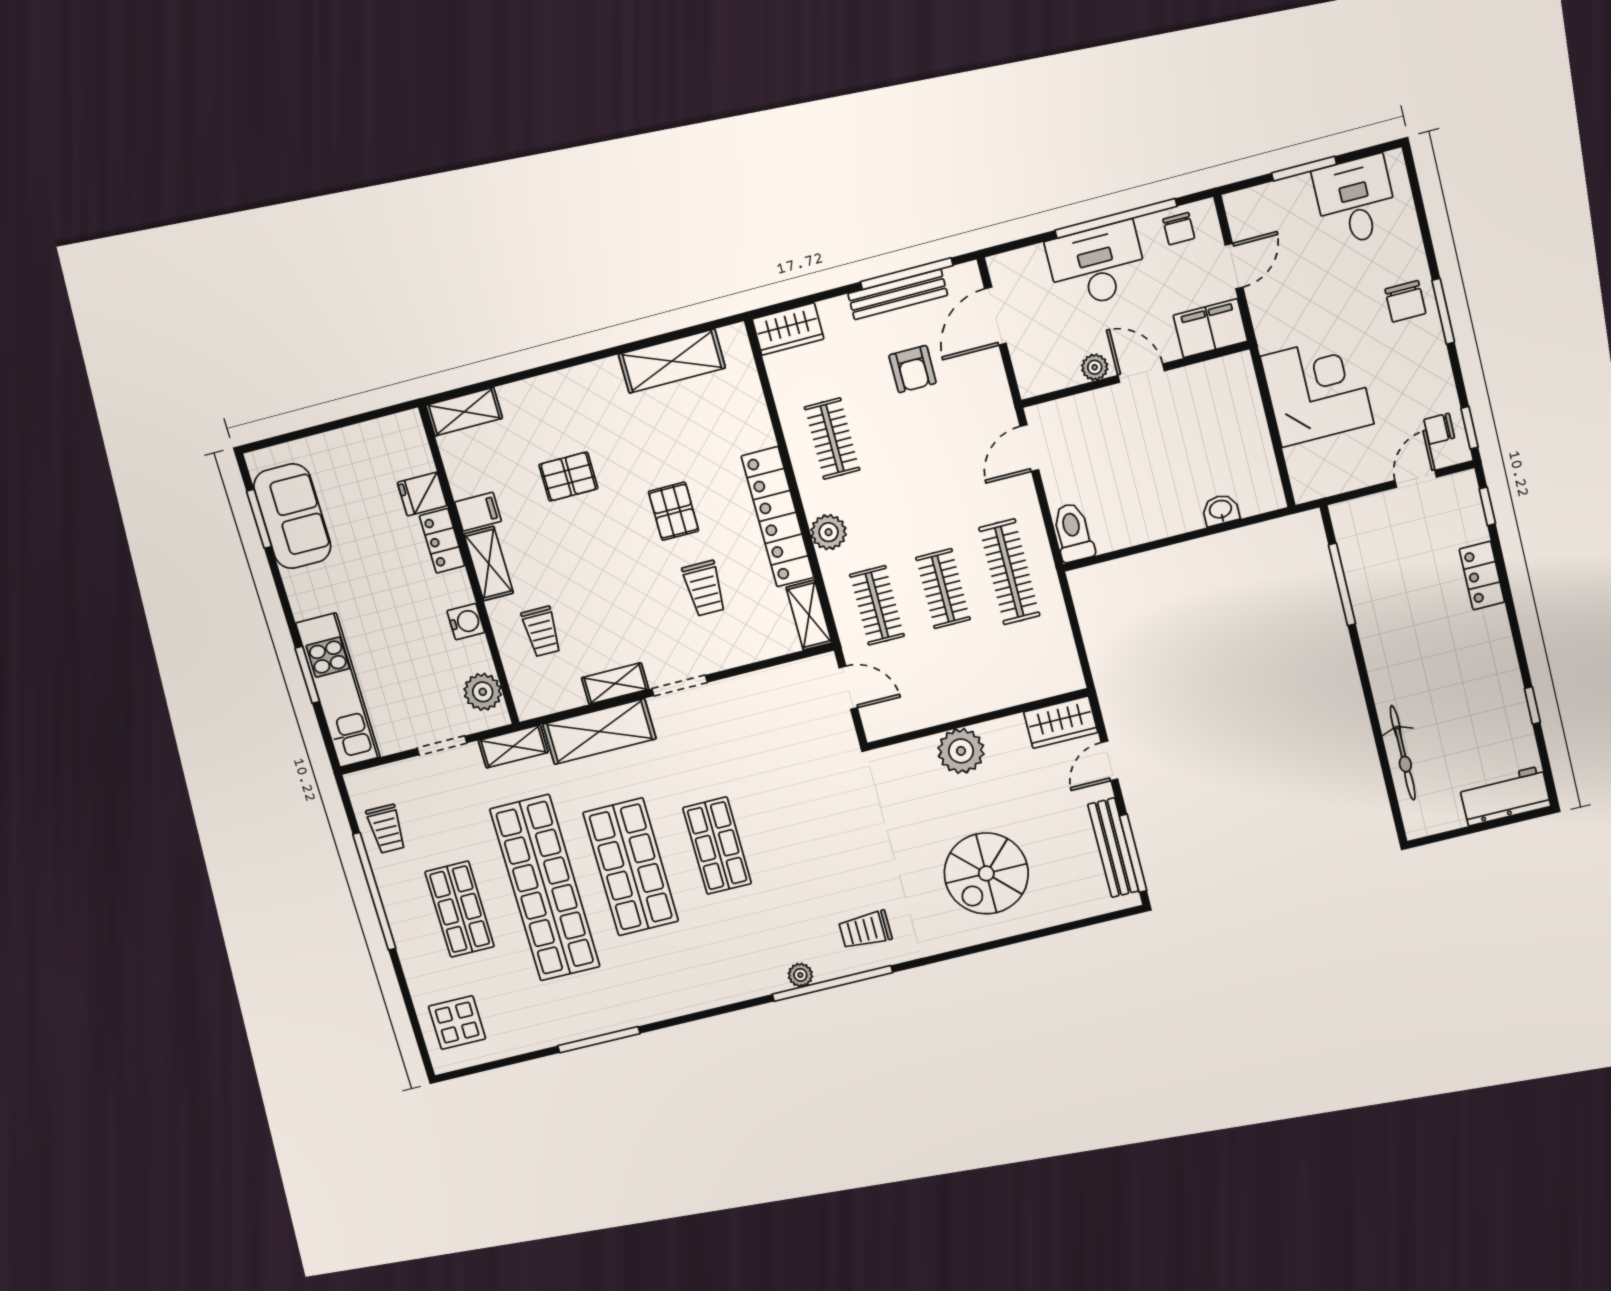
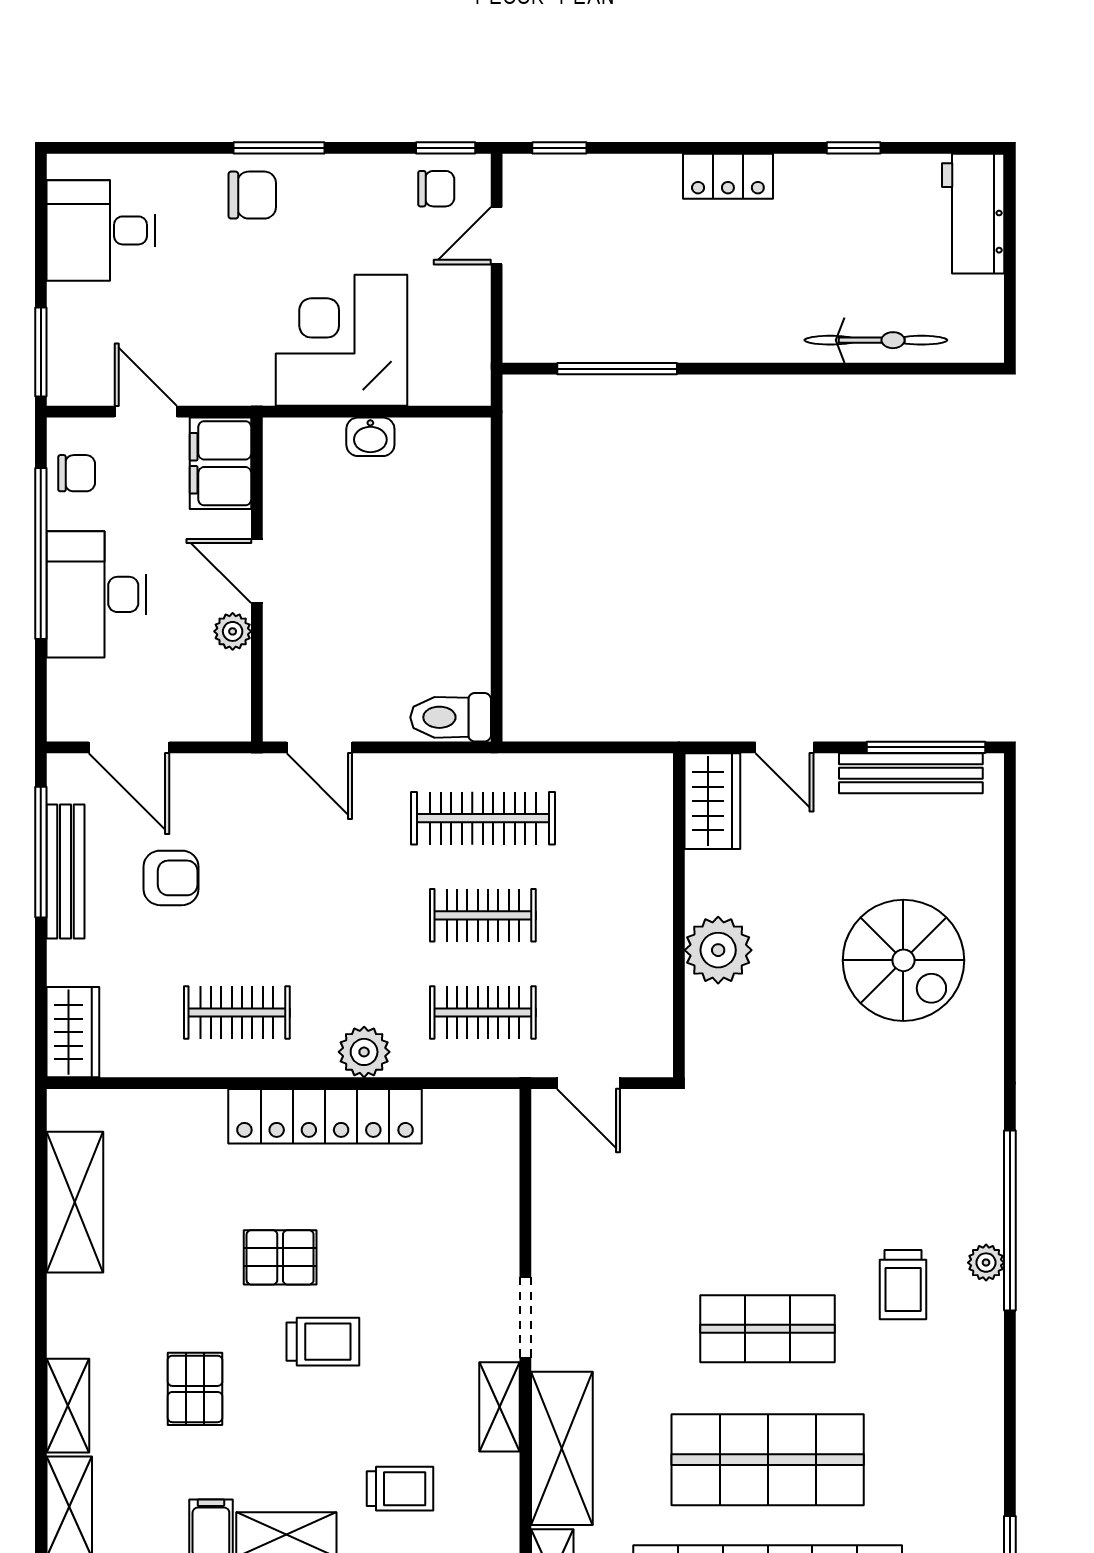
window: (1304, 169) -> (41, 352), moved
door: (1141, 373) -> (257, 571), hinge flipped
chair: (1439, 429) -> (436, 189), turned -90
door: (1416, 479) -> (497, 236), hinge flipped
washbasin: (1221, 510) -> (370, 437), moved, turned -90
locker: (1482, 576) -> (728, 176), moved
trolley: (704, 588) -> (323, 1342), moved
shelving: (809, 615) -> (68, 1406), moved, turned 90
door: (848, 688) -> (589, 1083), swing flipped
trolley: (865, 930) -> (903, 1285), moved

